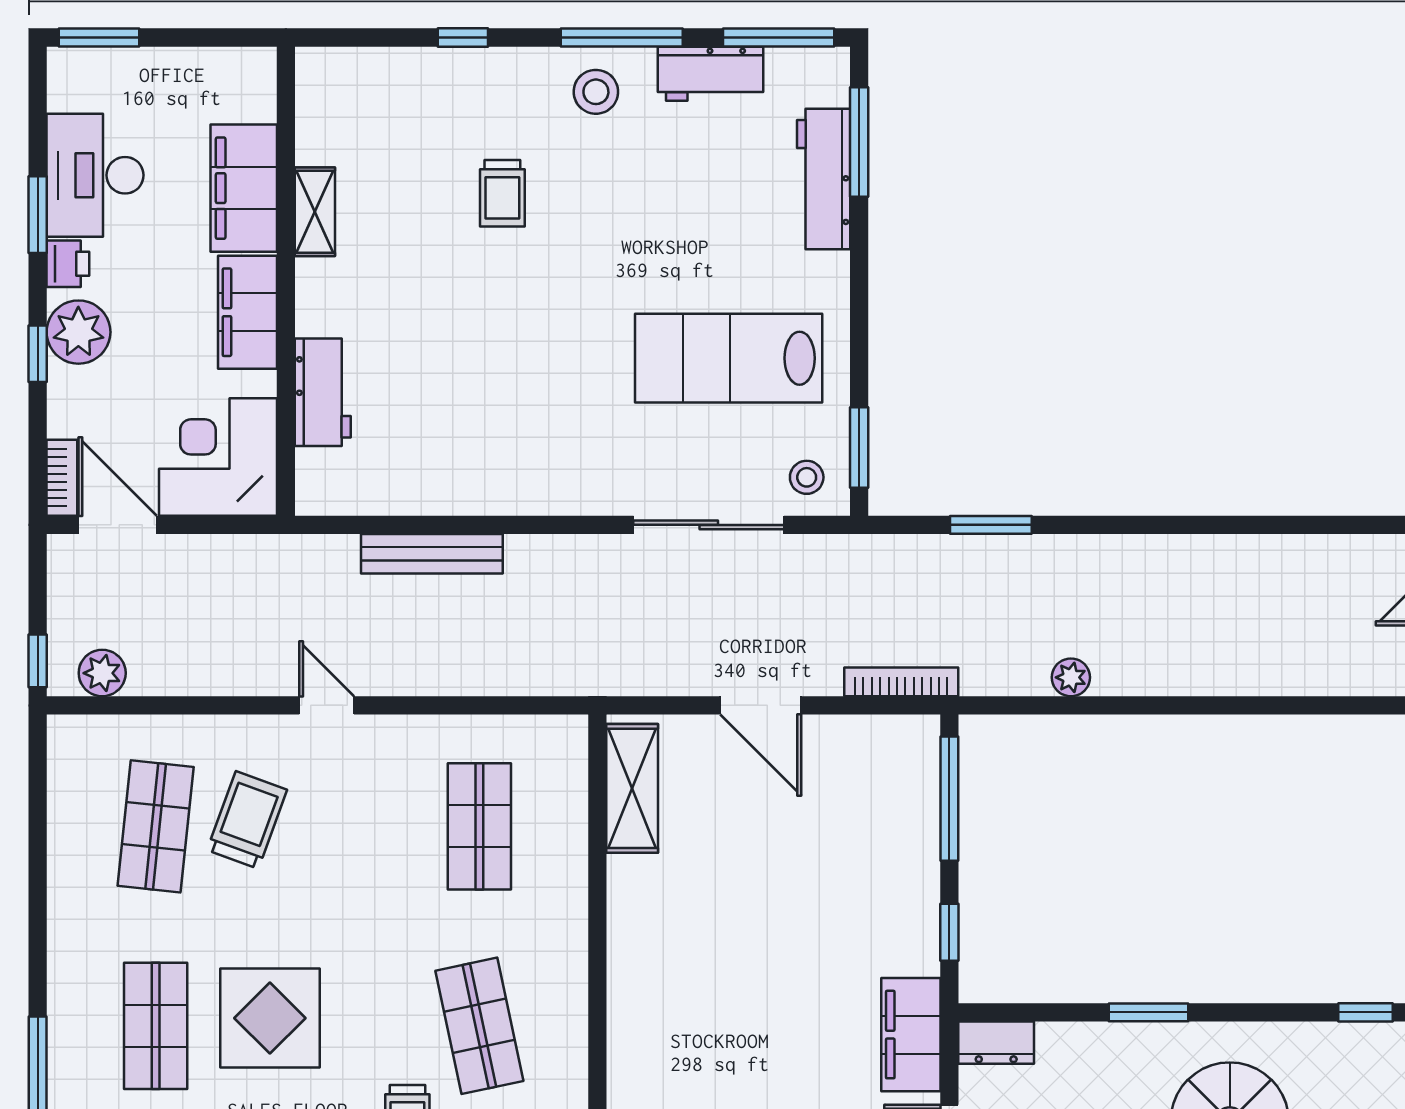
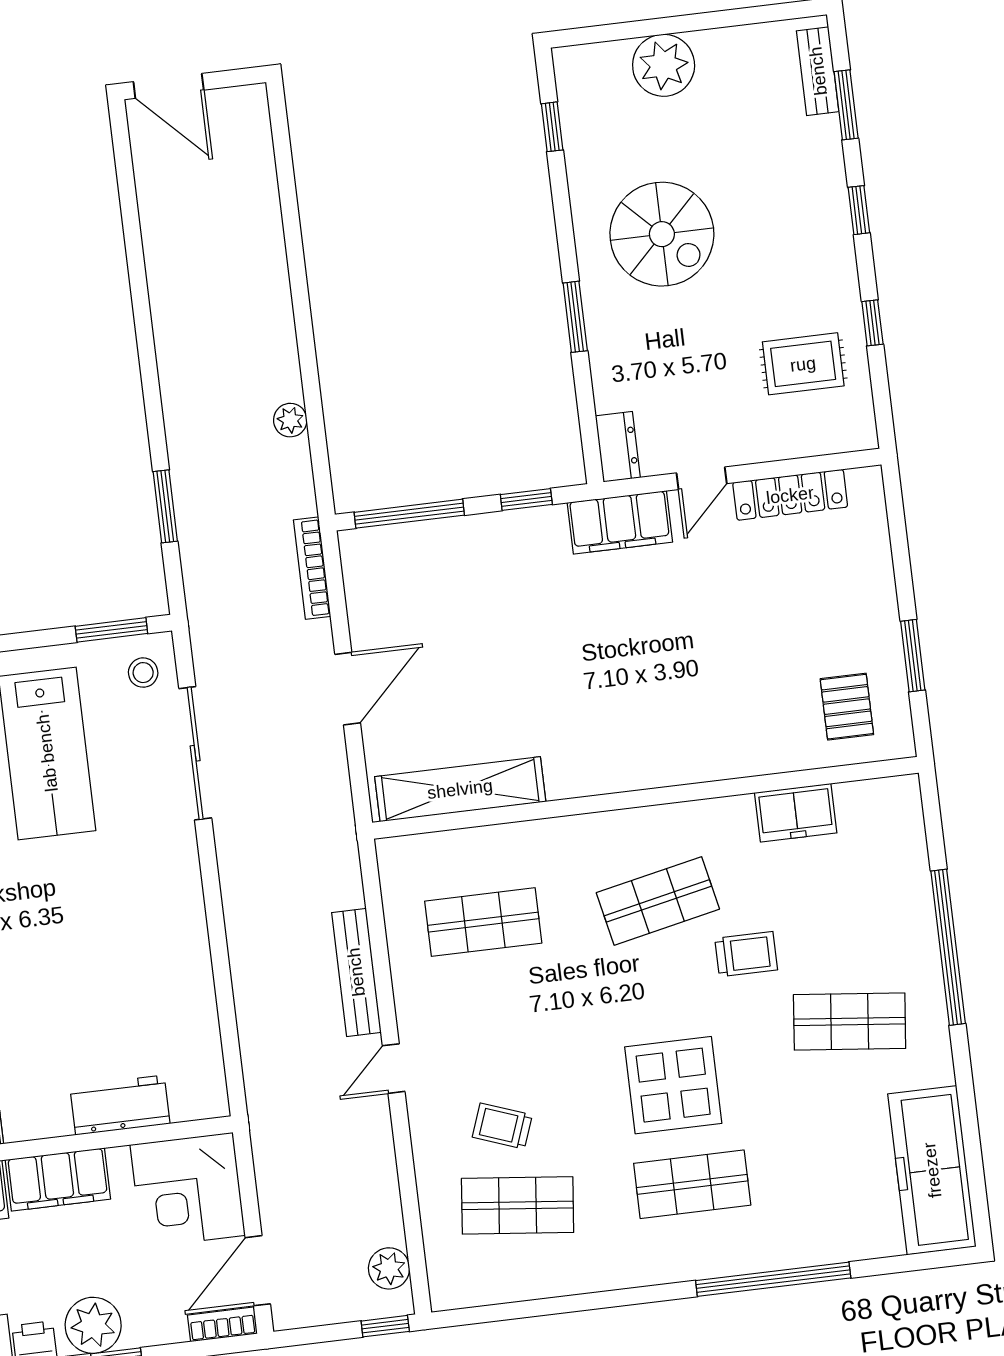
bench: (432, 554) -> (356, 972), moved
shelving: (632, 788) -> (460, 789), width x1.47
trolley: (247, 820) -> (502, 1126), width x0.73, depth x0.72

